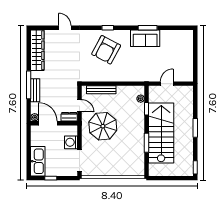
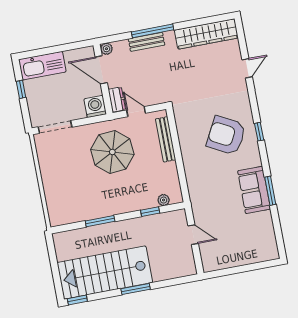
door: (79, 106) -> (136, 112), swing flipped
door: (48, 123) -> (101, 70), swing flipped
stairs: (161, 133) -> (105, 273), moved, turned 180
washing machine: (71, 142) -> (95, 106), moved

